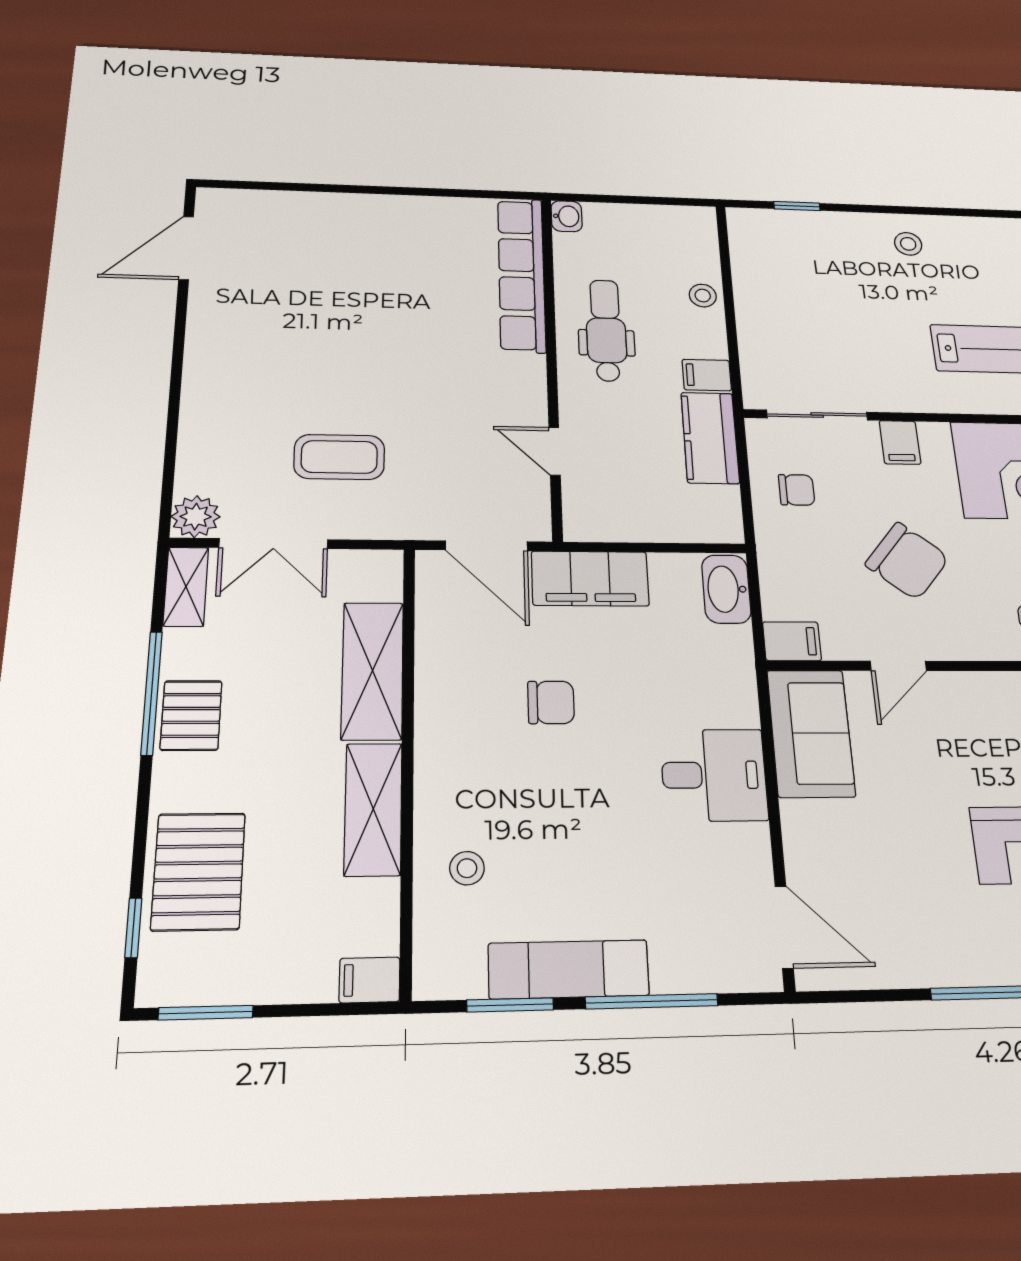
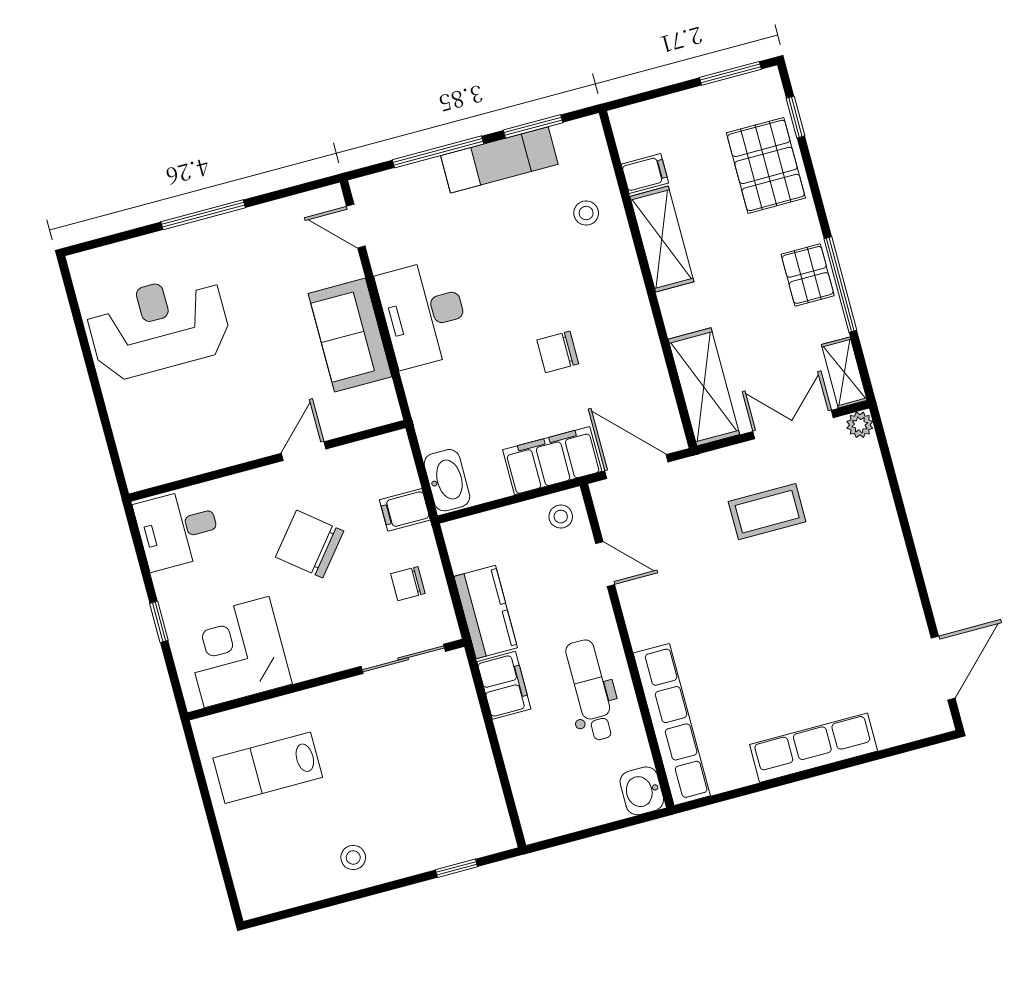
row of seats: (366, 212) -> (814, 748), added
washbasin: (567, 216) -> (642, 791), width x1.38, depth x1.45
stool: (703, 296) -> (561, 517), moved
dental chair: (606, 330) -> (591, 690), turned 180
filing cabinet: (707, 375) -> (504, 685), width x2.00
filing cabinet: (900, 442) -> (331, 652), removed
plant: (196, 517) -> (860, 425), width x0.73, depth x0.73
filing cabinet: (792, 641) -> (405, 510), moved
shelving: (373, 671) -> (704, 387), moved
sofa: (811, 733) -> (350, 335), moved
desk: (714, 775) -> (424, 314), width x1.37
door: (784, 927) -> (356, 226), width x0.73
filing cabinet: (370, 980) -> (645, 174), moved

